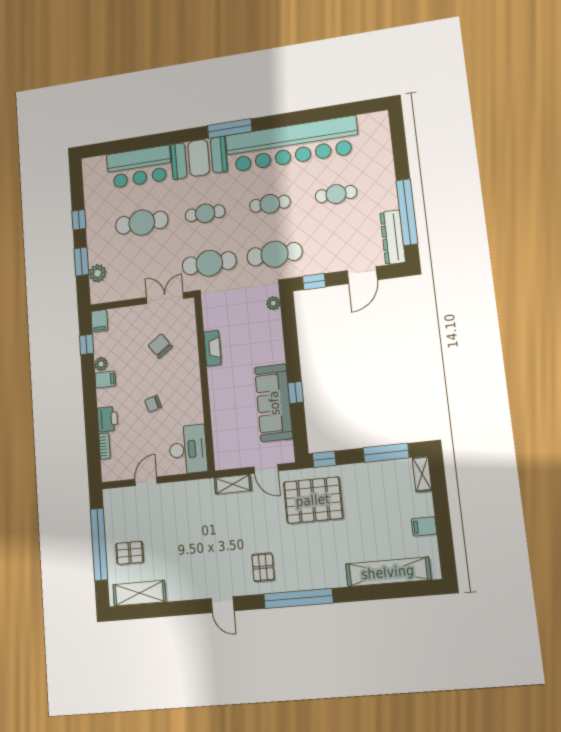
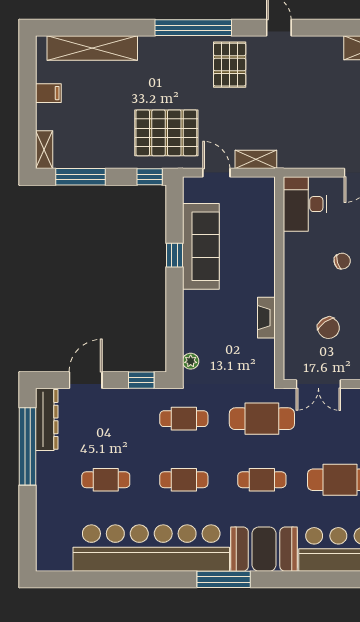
cafe table: (275, 254) -> (184, 419), width x0.73, depth x0.74
pallet: (263, 567) -> (230, 65), width x1.50, depth x1.42

